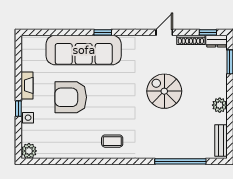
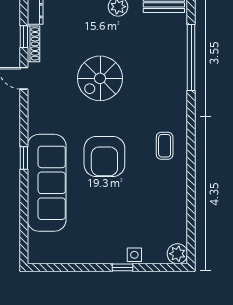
window: (208, 32) -> (24, 37), moved
fireplace: (27, 85) -> (93, 256), removed
armchair: (71, 97) -> (104, 156), moved

